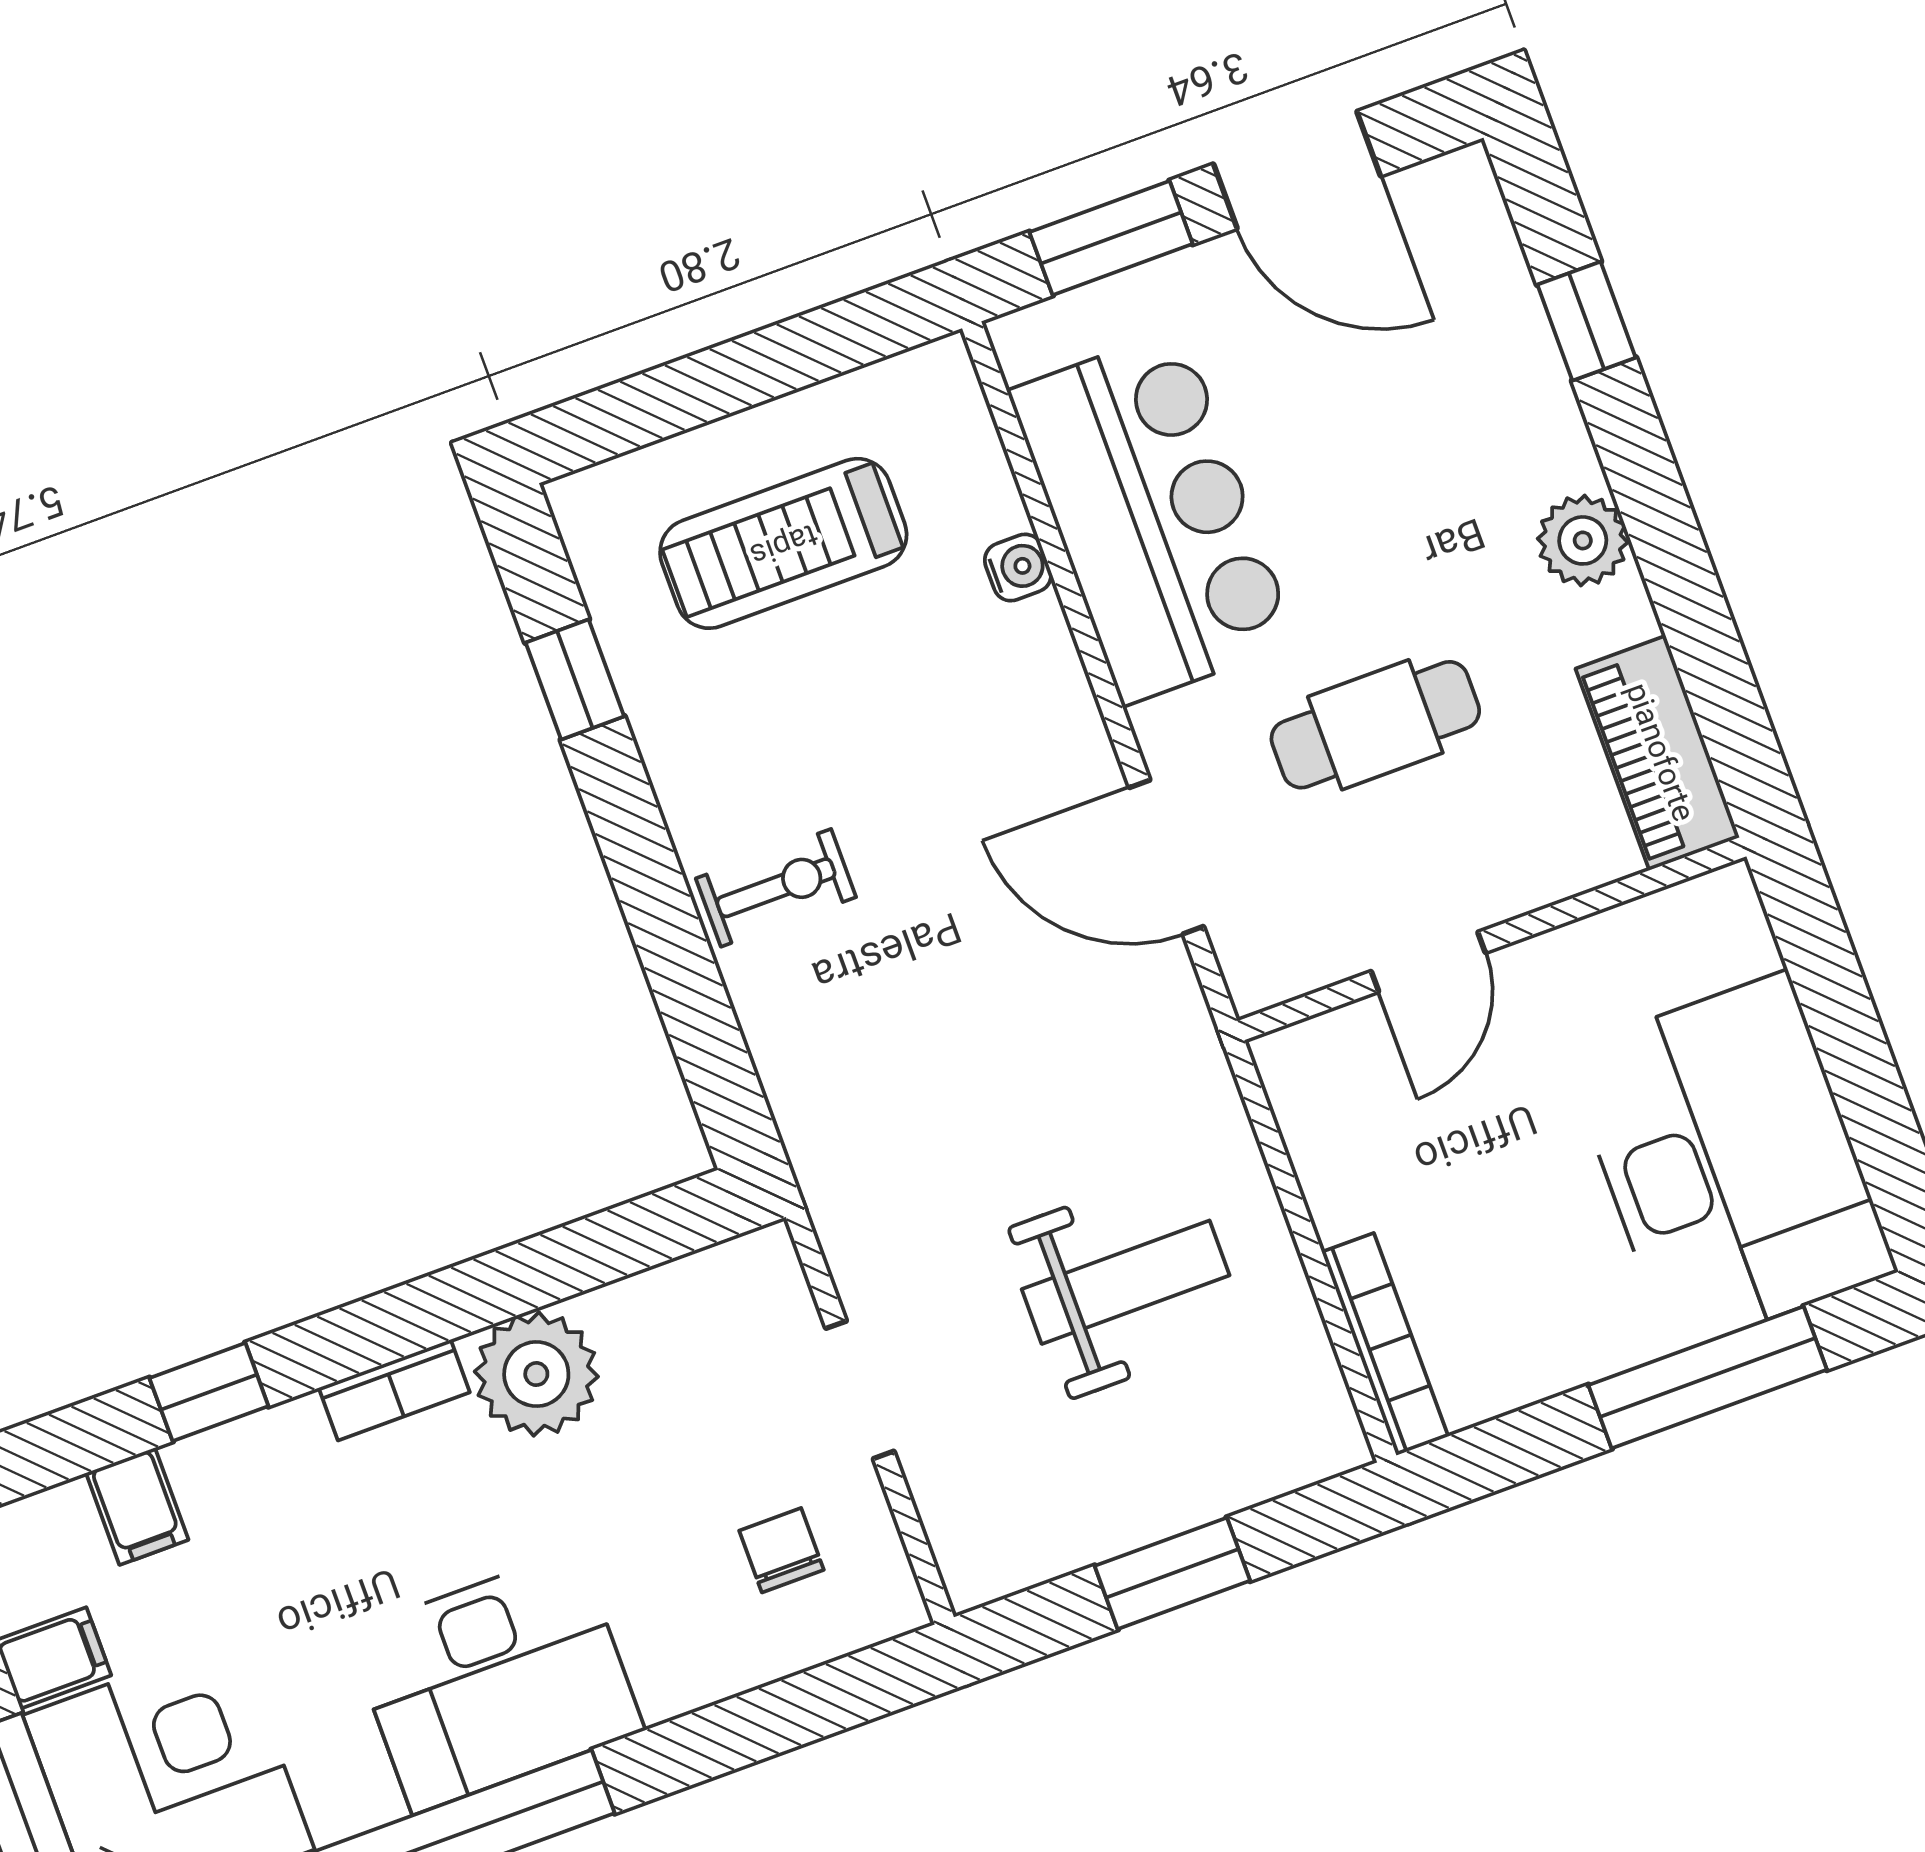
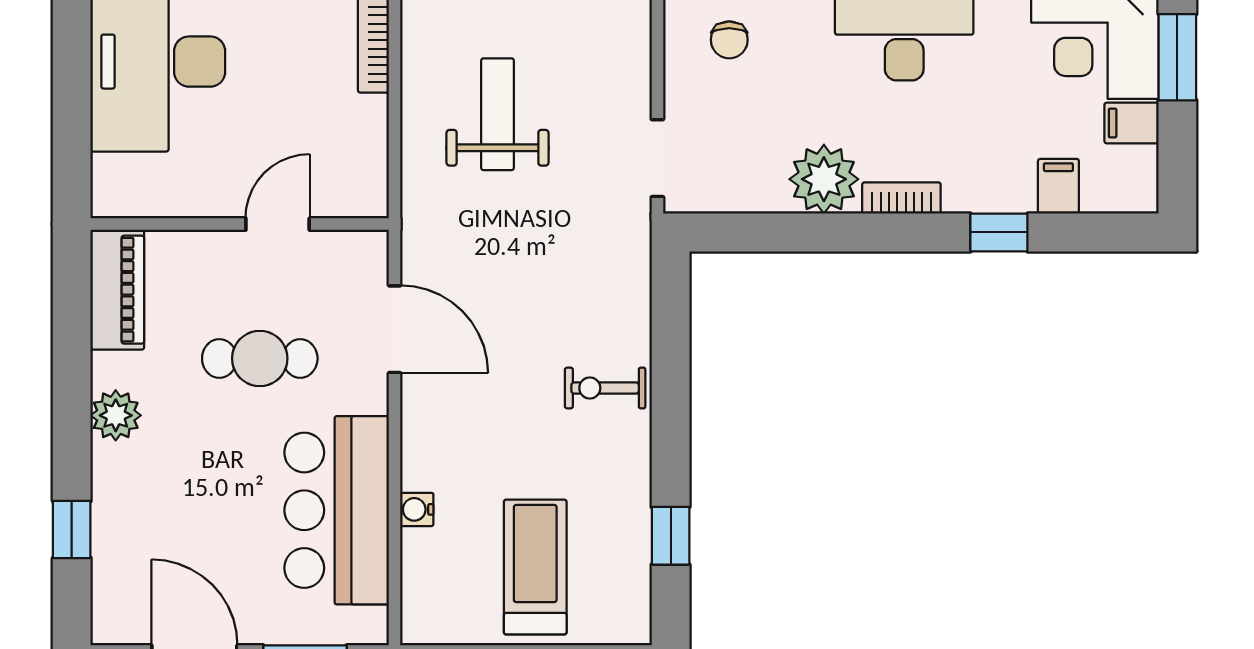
treadmill: (783, 543) -> (535, 567), turned -90
weight bench: (1126, 1282) -> (498, 114), turned 90
doorway: (860, 1390) -> (657, 158), moved

